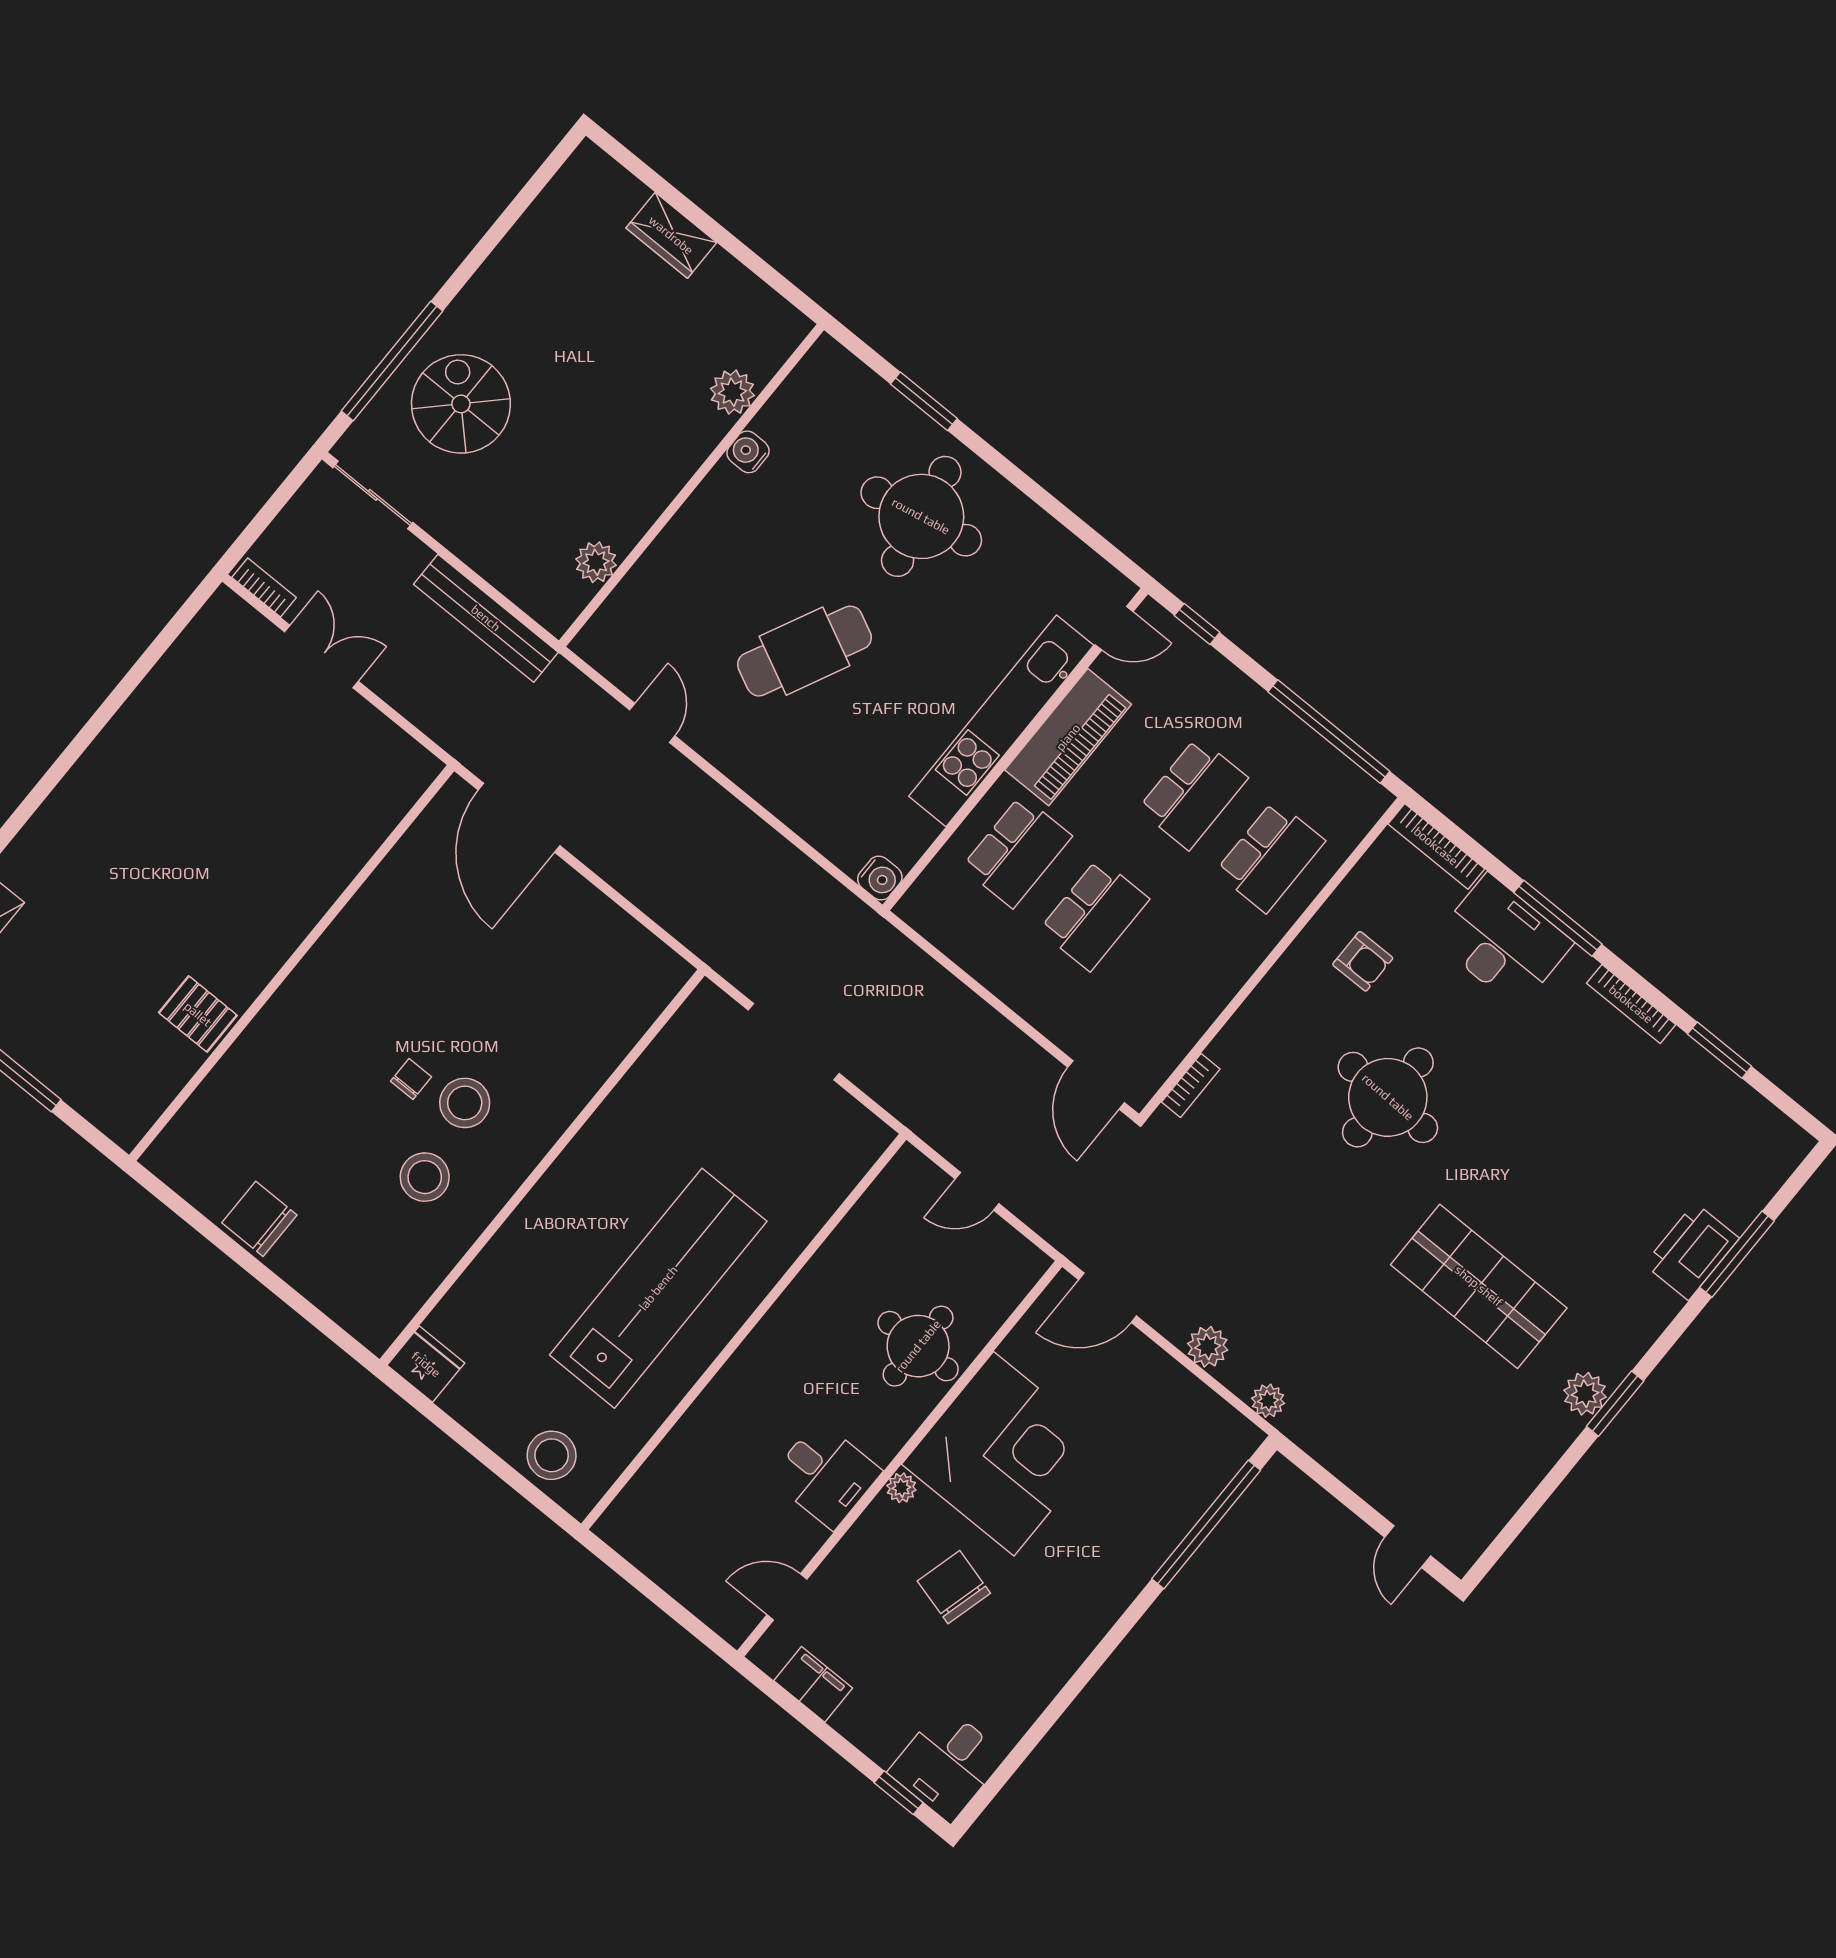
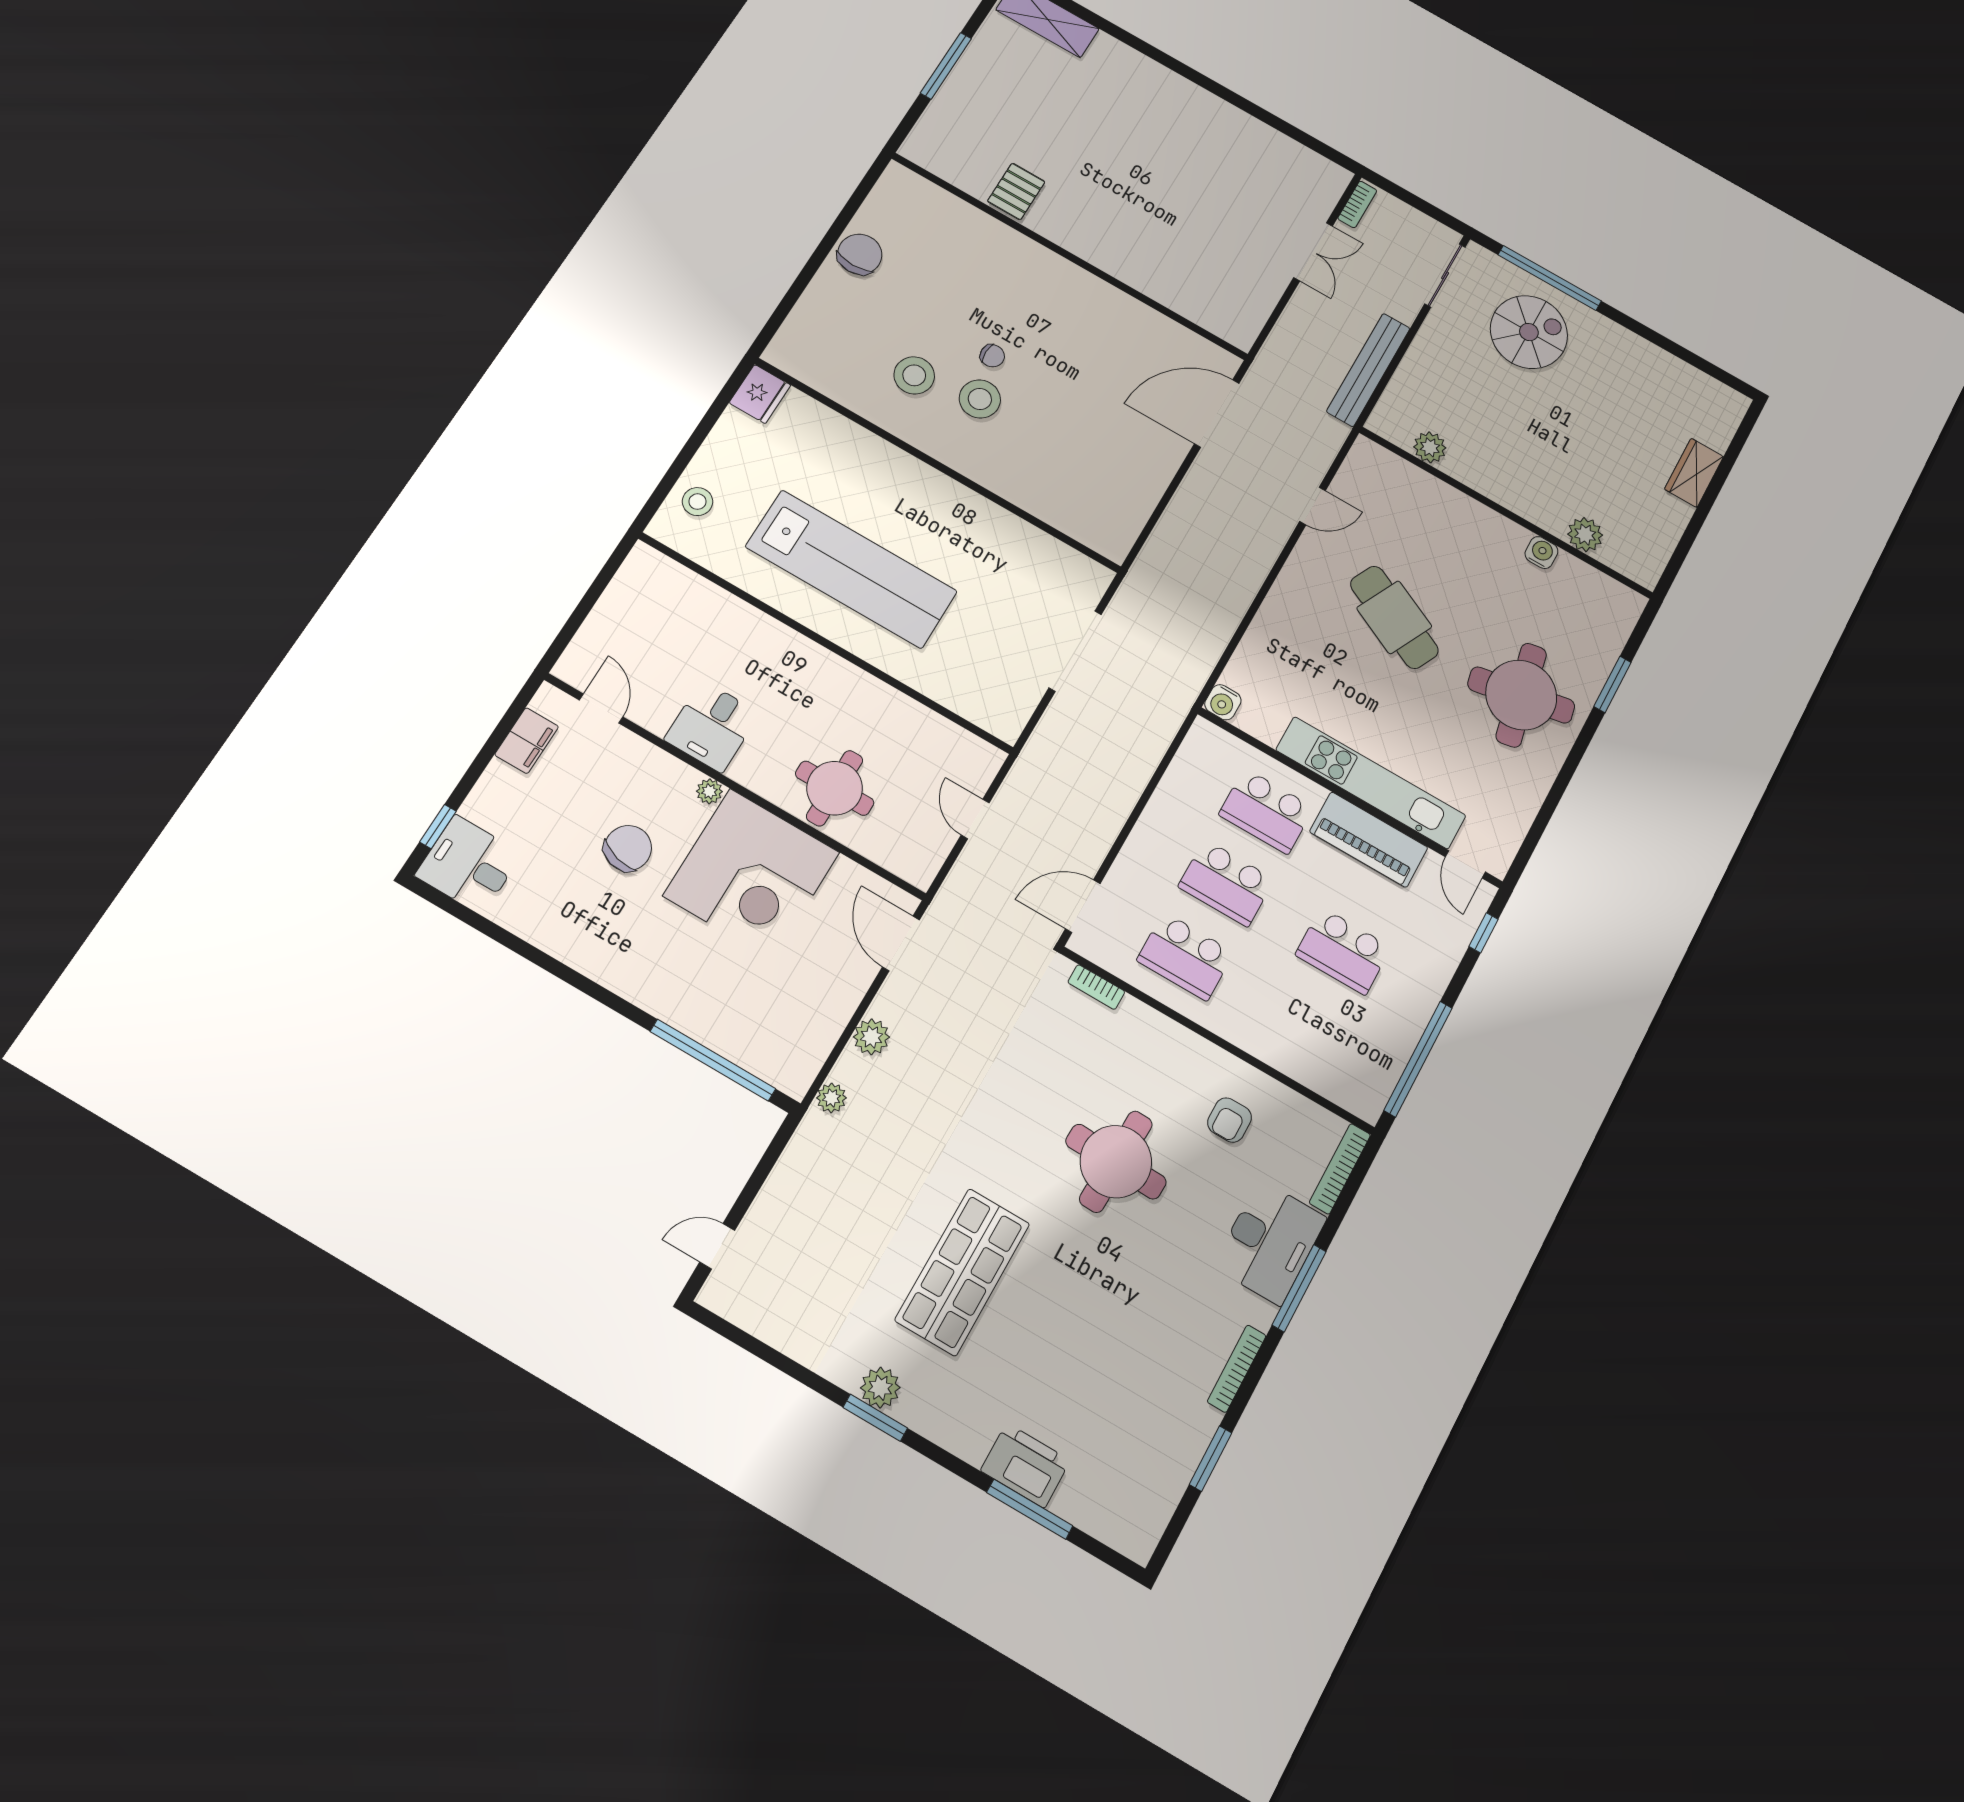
school desk: (1270, 856) -> (1185, 956), moved
stool: (552, 1455) -> (697, 502), width x0.73, depth x0.73

